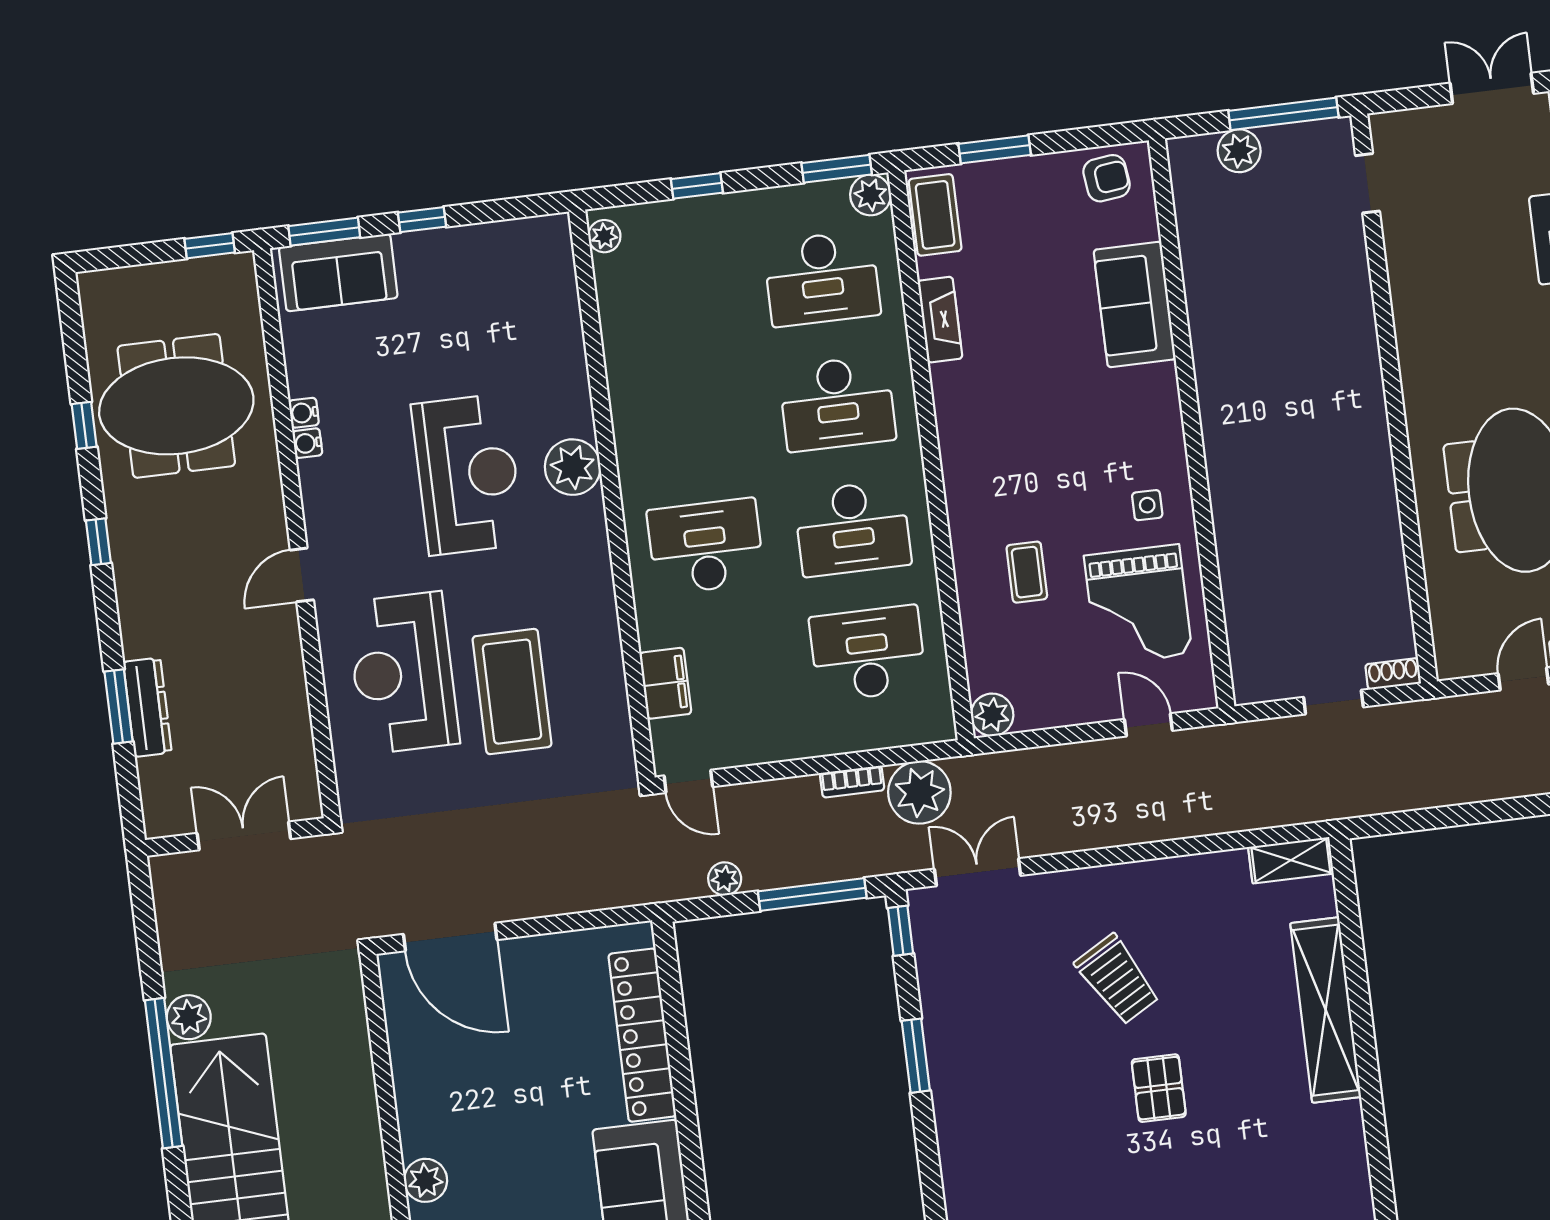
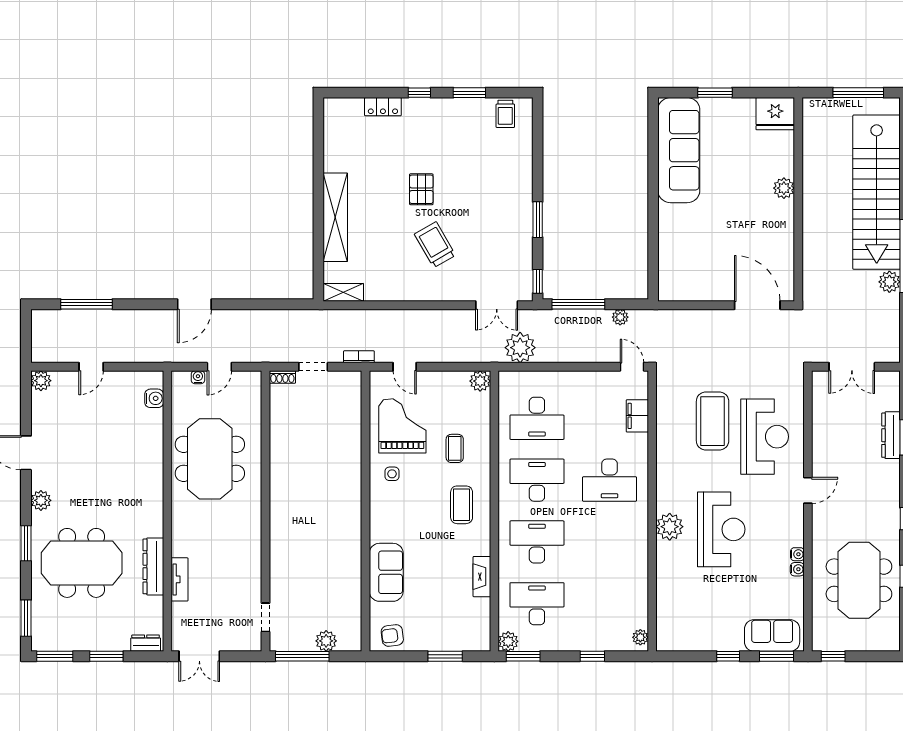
coffee table: (935, 215) -> (462, 505), moved
meeting table: (176, 406) -> (859, 580), turned 90
reception desk: (468, 474) -> (721, 529), turned 180
bookcase: (852, 782) -> (359, 357), moved
locker: (642, 1035) -> (670, 246), removed

